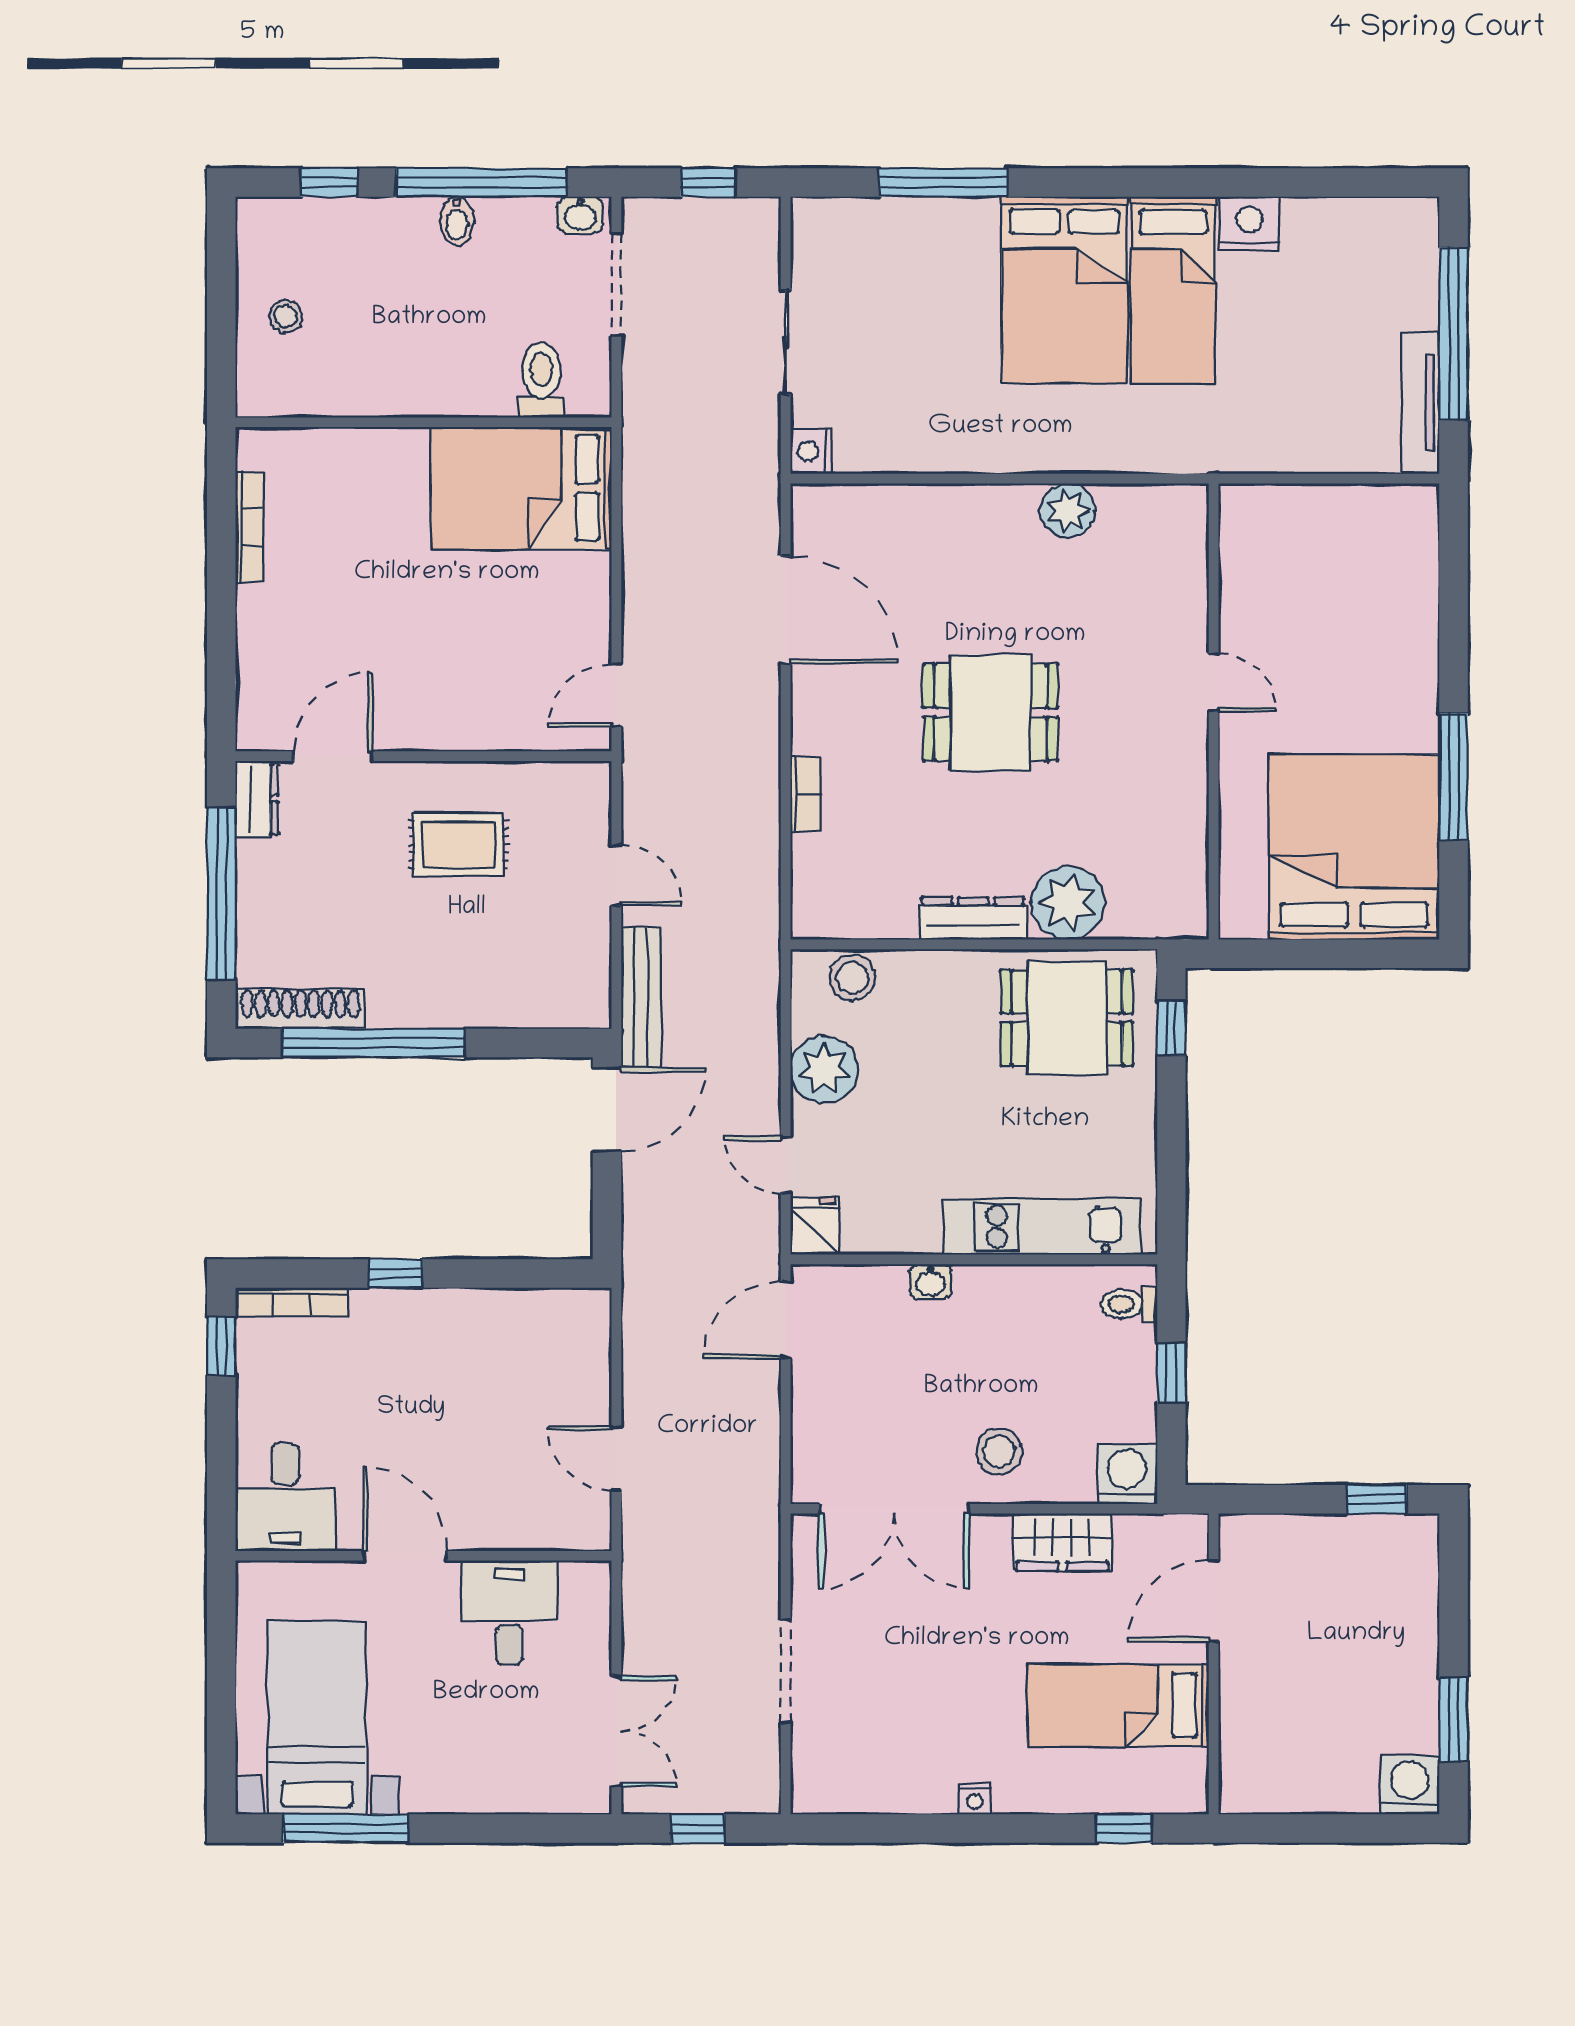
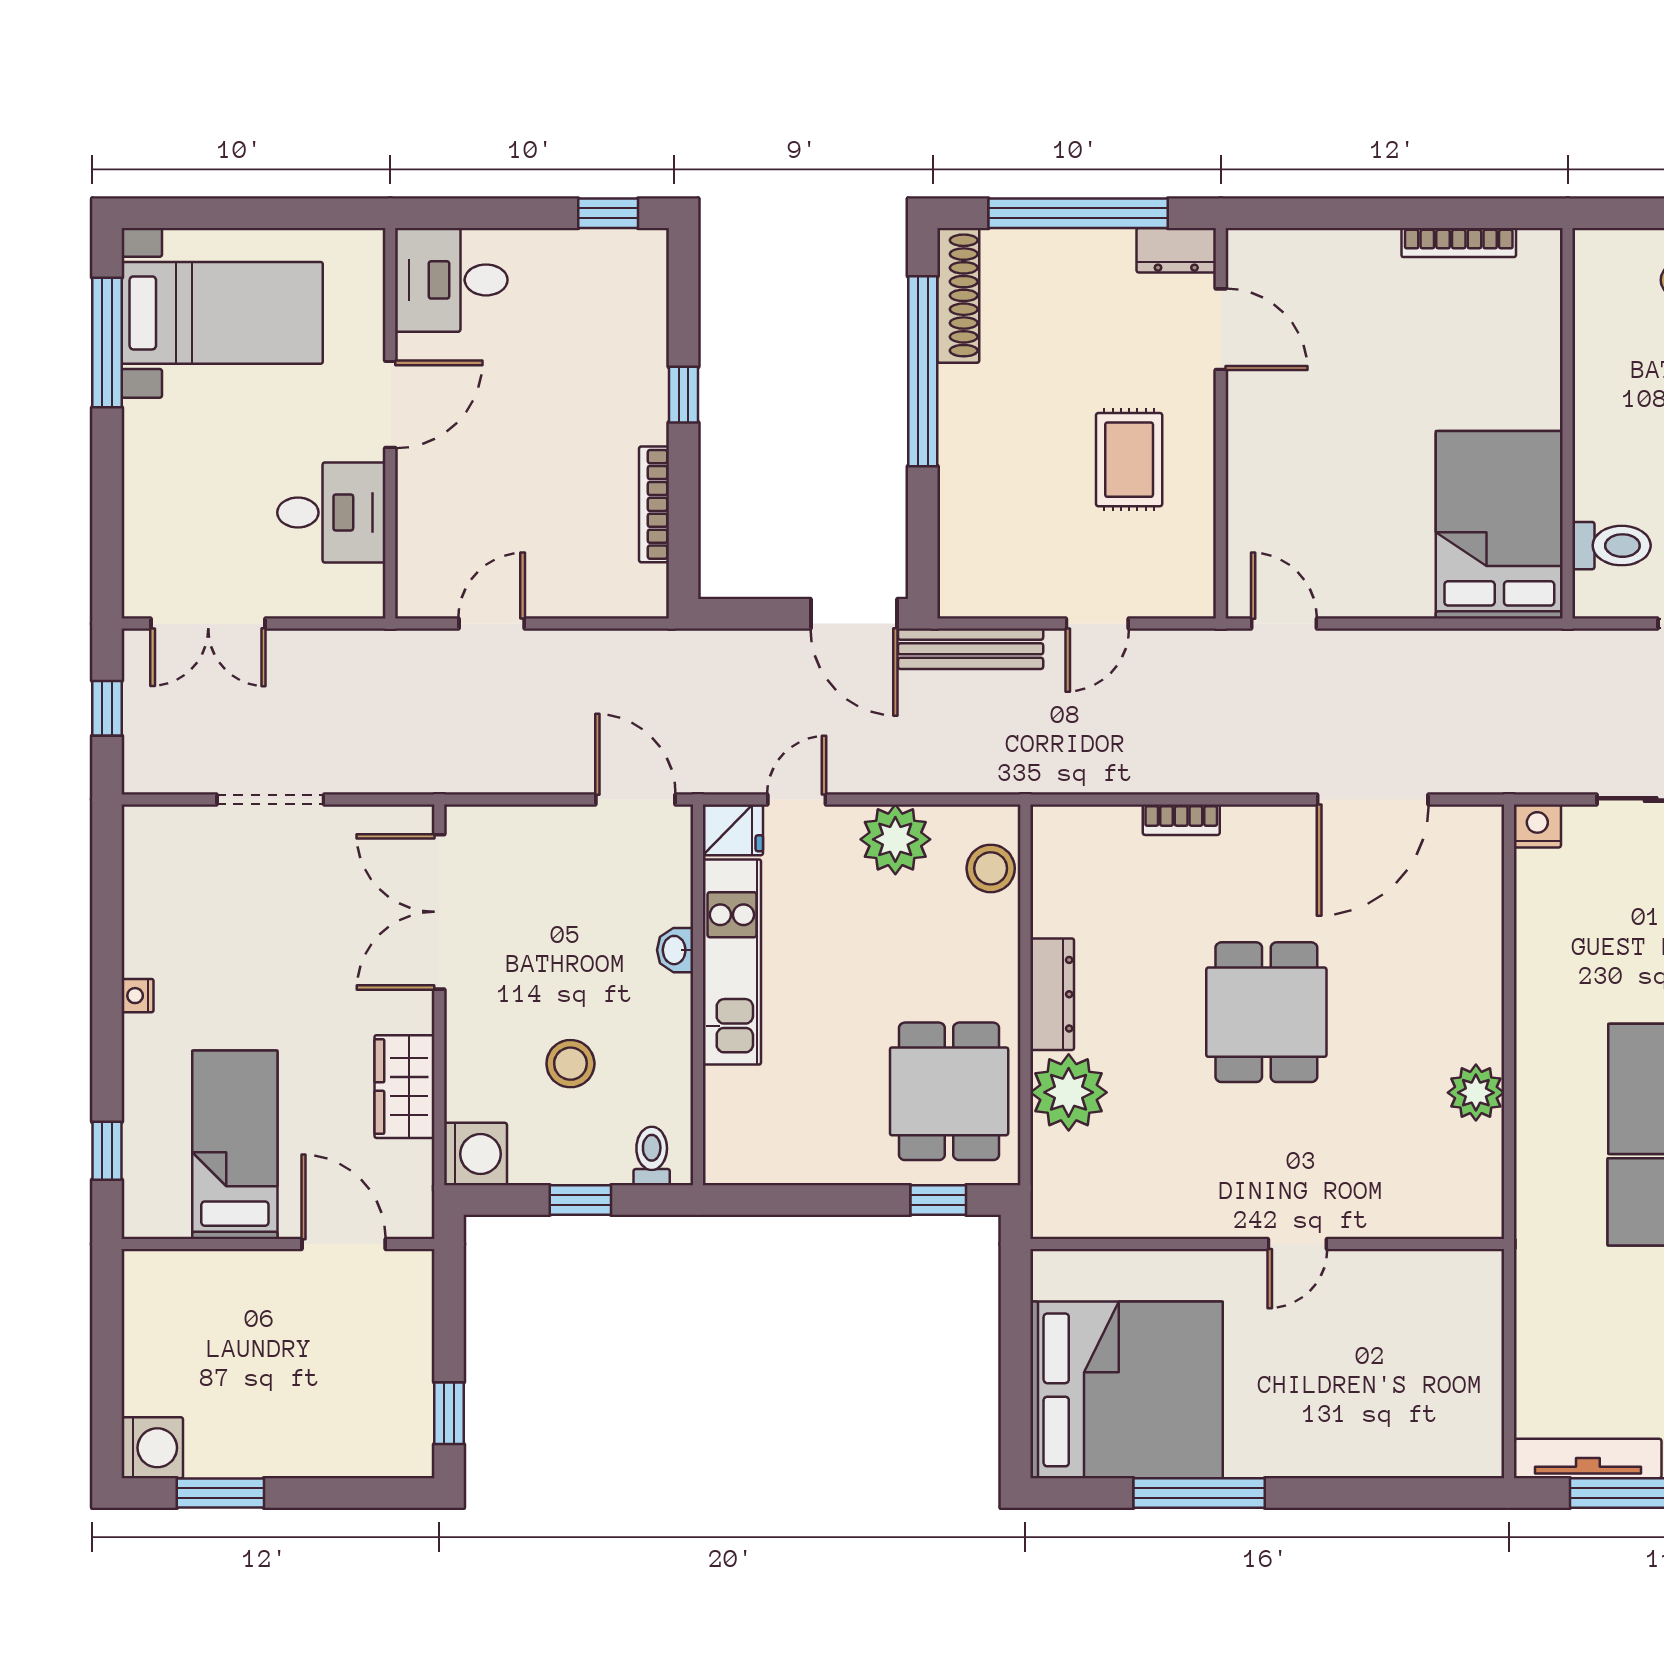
kitchen unit: (1042, 1227) -> (732, 962), moved
bookcase: (291, 1302) -> (654, 504), moved
stool: (999, 1452) -> (570, 1064), moved

